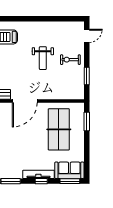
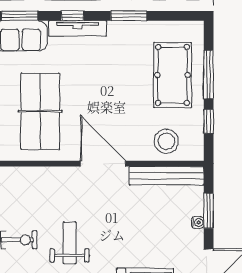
door: (25, 101) -> (103, 164), hinge flipped

